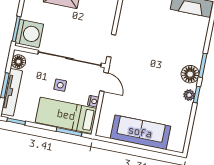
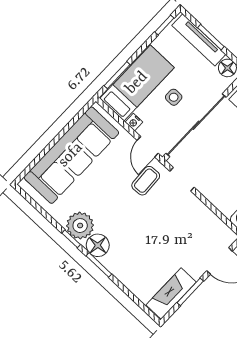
coffee table: (127, 69) -> (146, 181), added
door: (104, 82) -> (148, 147), hinge flipped
plant: (189, 95) -> (80, 226), width x1.87, depth x1.87
sofa: (140, 132) -> (71, 155), width x1.36, depth x1.27

